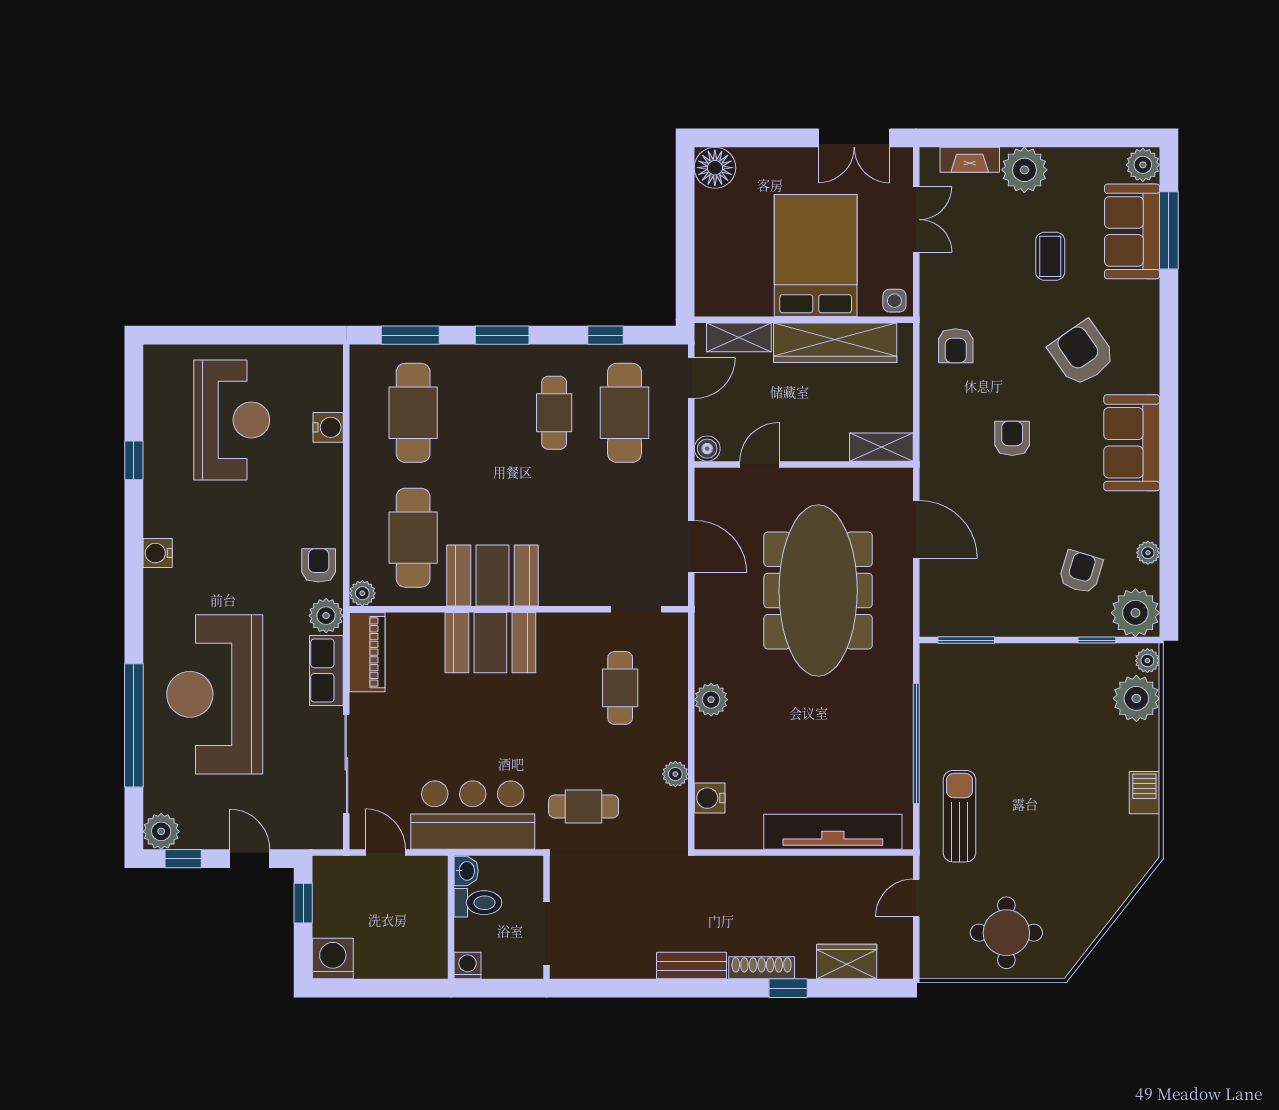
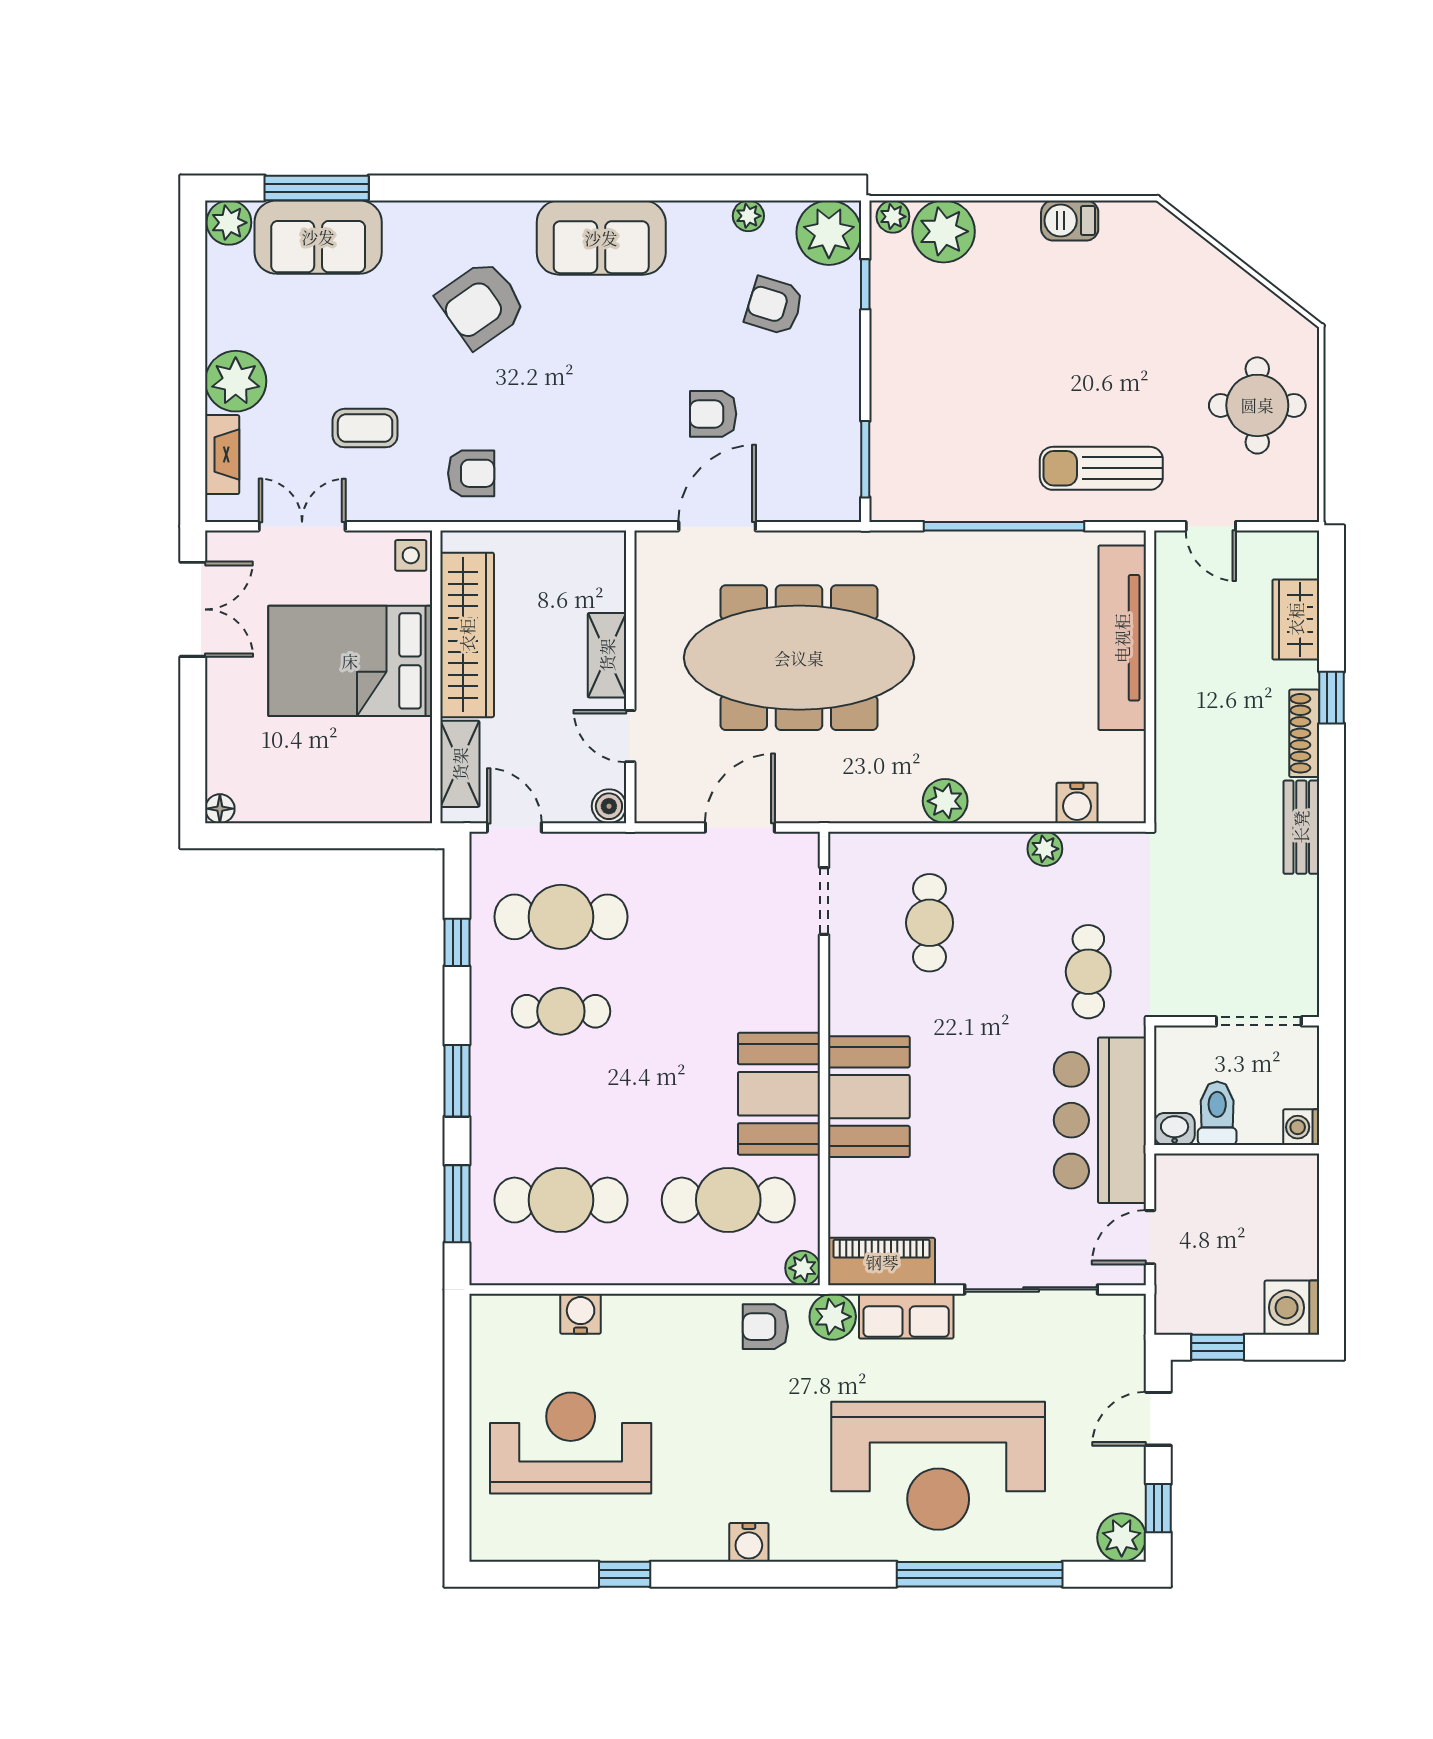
floor lamp: (715, 168) -> (220, 809), width x0.53, depth x0.53
coffee table: (1050, 256) -> (365, 428), moved
armchair: (1012, 438) -> (713, 414), moved
shelving: (881, 447) -> (607, 655), moved
cafe table: (620, 688) -> (930, 923), turned 90

